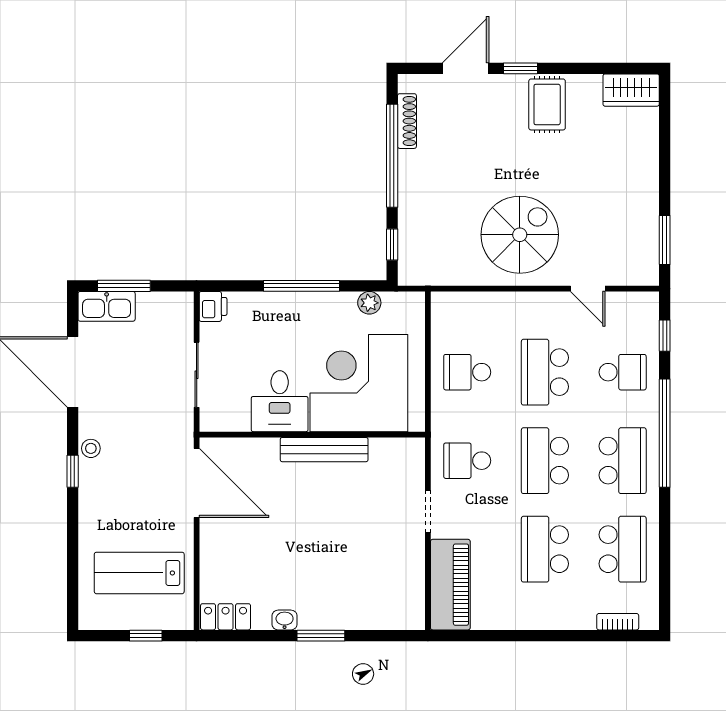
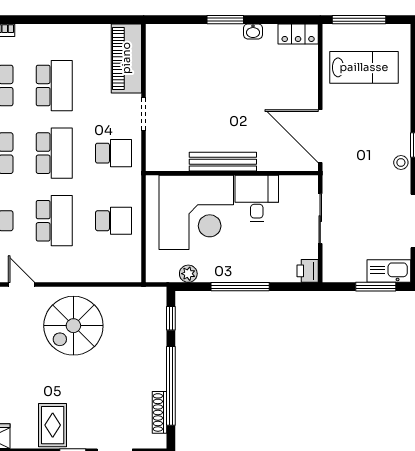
window: (146, 636) -> (359, 20), width x2.17

